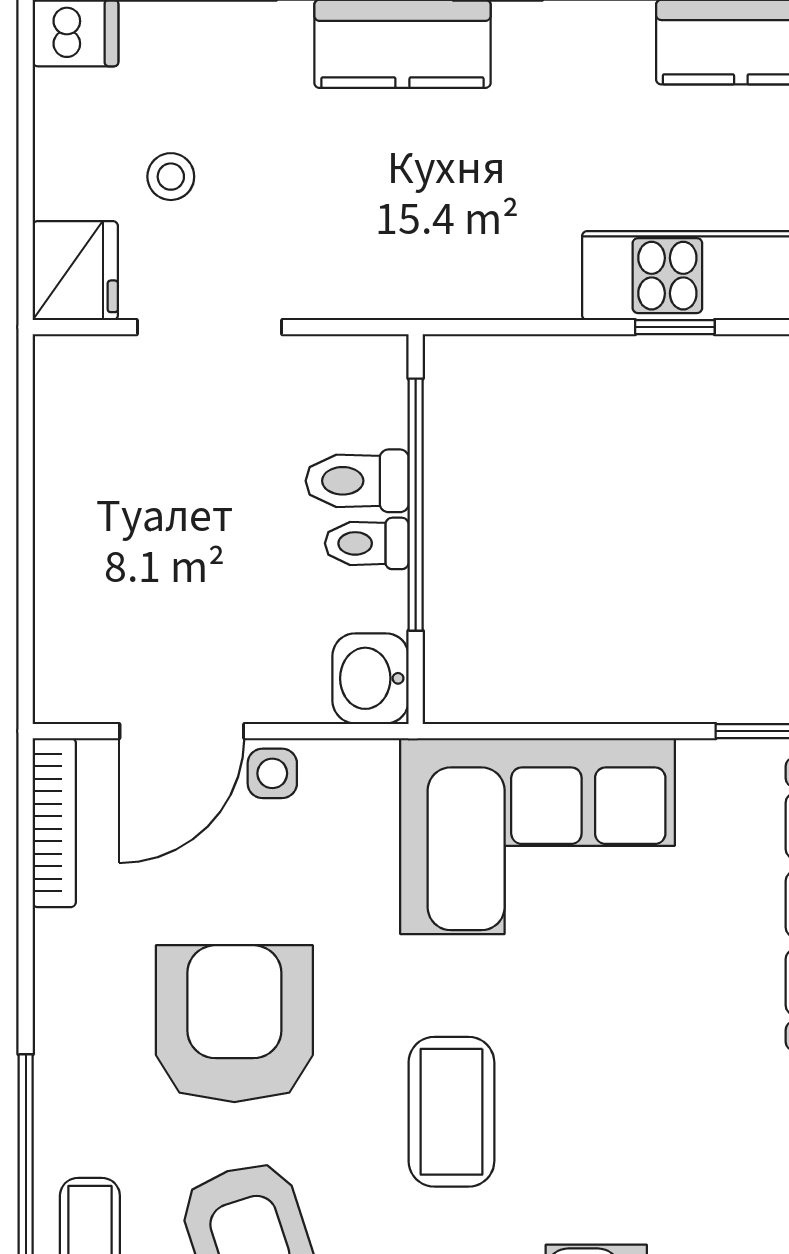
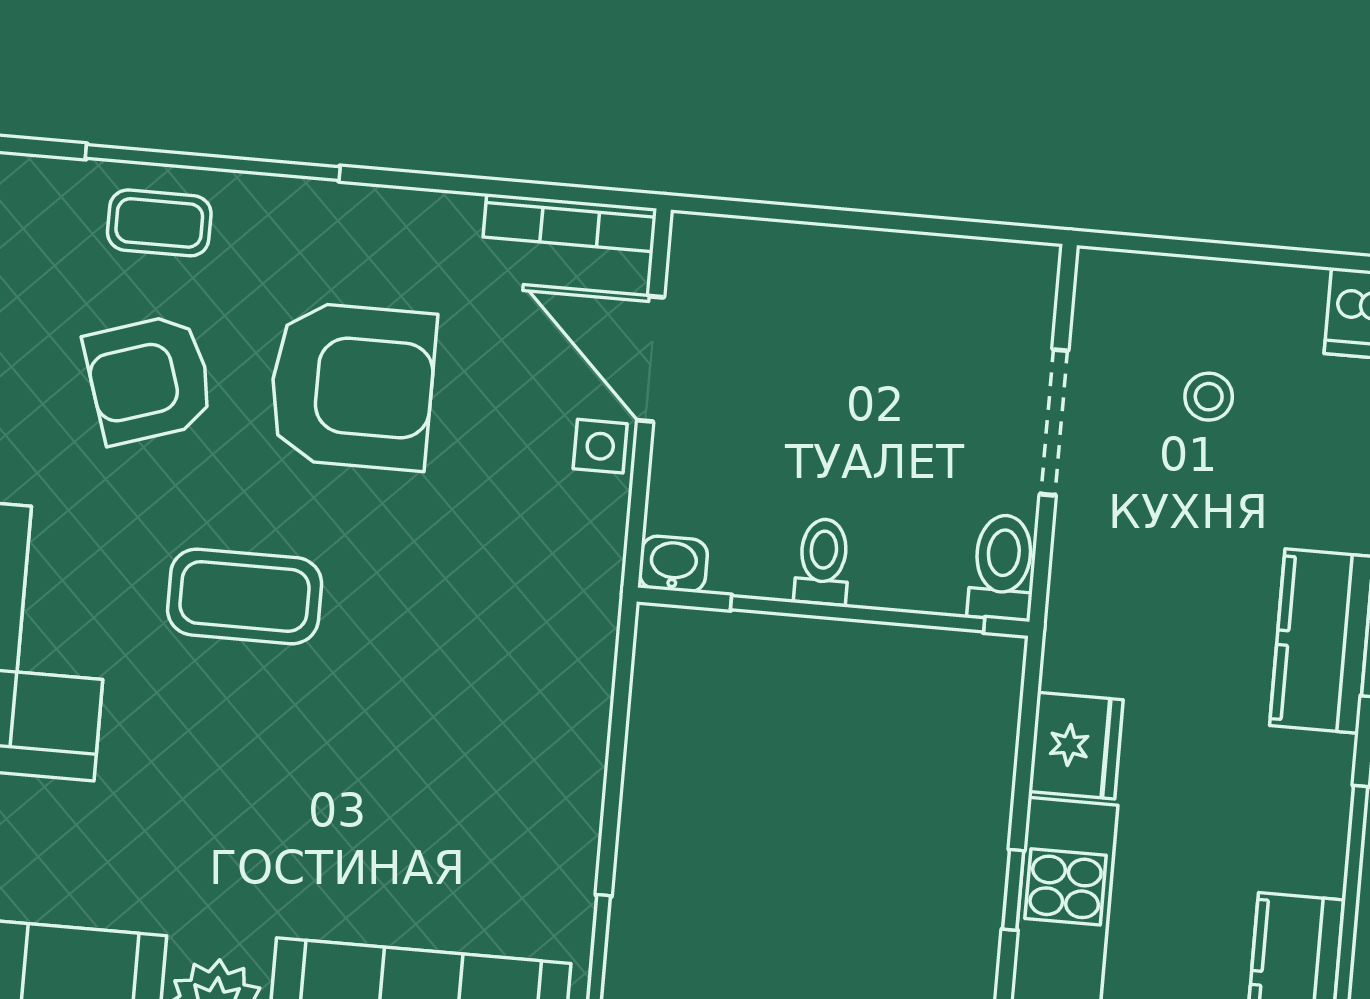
fridge: (75, 271) -> (1076, 746), moved, turned -90
toilet: (357, 481) -> (1003, 567), moved
washbasin: (371, 678) -> (673, 564), width x0.72, depth x0.69
corner sofa: (538, 836) -> (514, 707), removed

